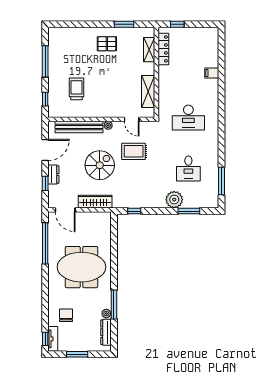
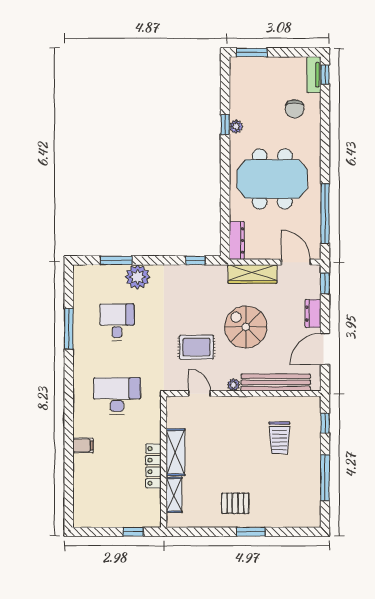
window: (124, 24) -> (251, 532), moved
locker: (163, 49) -> (153, 466), moved
filing cabinet: (212, 73) -> (83, 445), moved
shelving: (148, 92) -> (175, 452), moved
spiral stairs: (100, 165) -> (246, 327), turned 90
window: (222, 181) -> (69, 329), moved
window: (45, 183) -> (325, 283), moved
window: (114, 304) -> (225, 125), width x0.46
plant: (106, 314) -> (236, 127), moved
dresser: (106, 332) -> (237, 241), moved
window: (77, 354) -> (252, 52), moved

